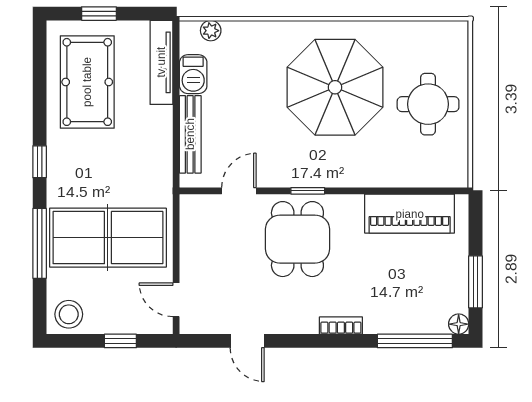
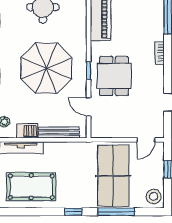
parasol: (335, 87) -> (46, 68), moved
dining table: (297, 239) -> (114, 76), turned 90

